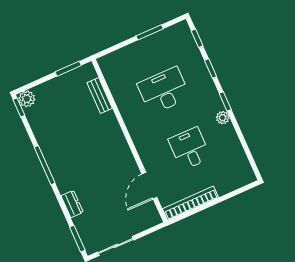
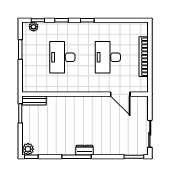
bench: (100, 95) -> (34, 101), moved
plant: (223, 118) -> (34, 27), moved
desk: (190, 149) -> (108, 57), width x1.37
bookcase: (191, 203) -> (144, 57), moved
dresser: (72, 204) -> (85, 150), moved

